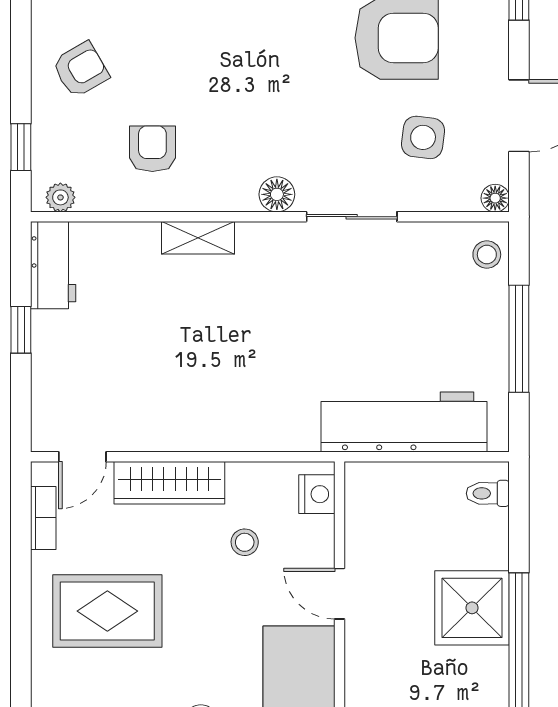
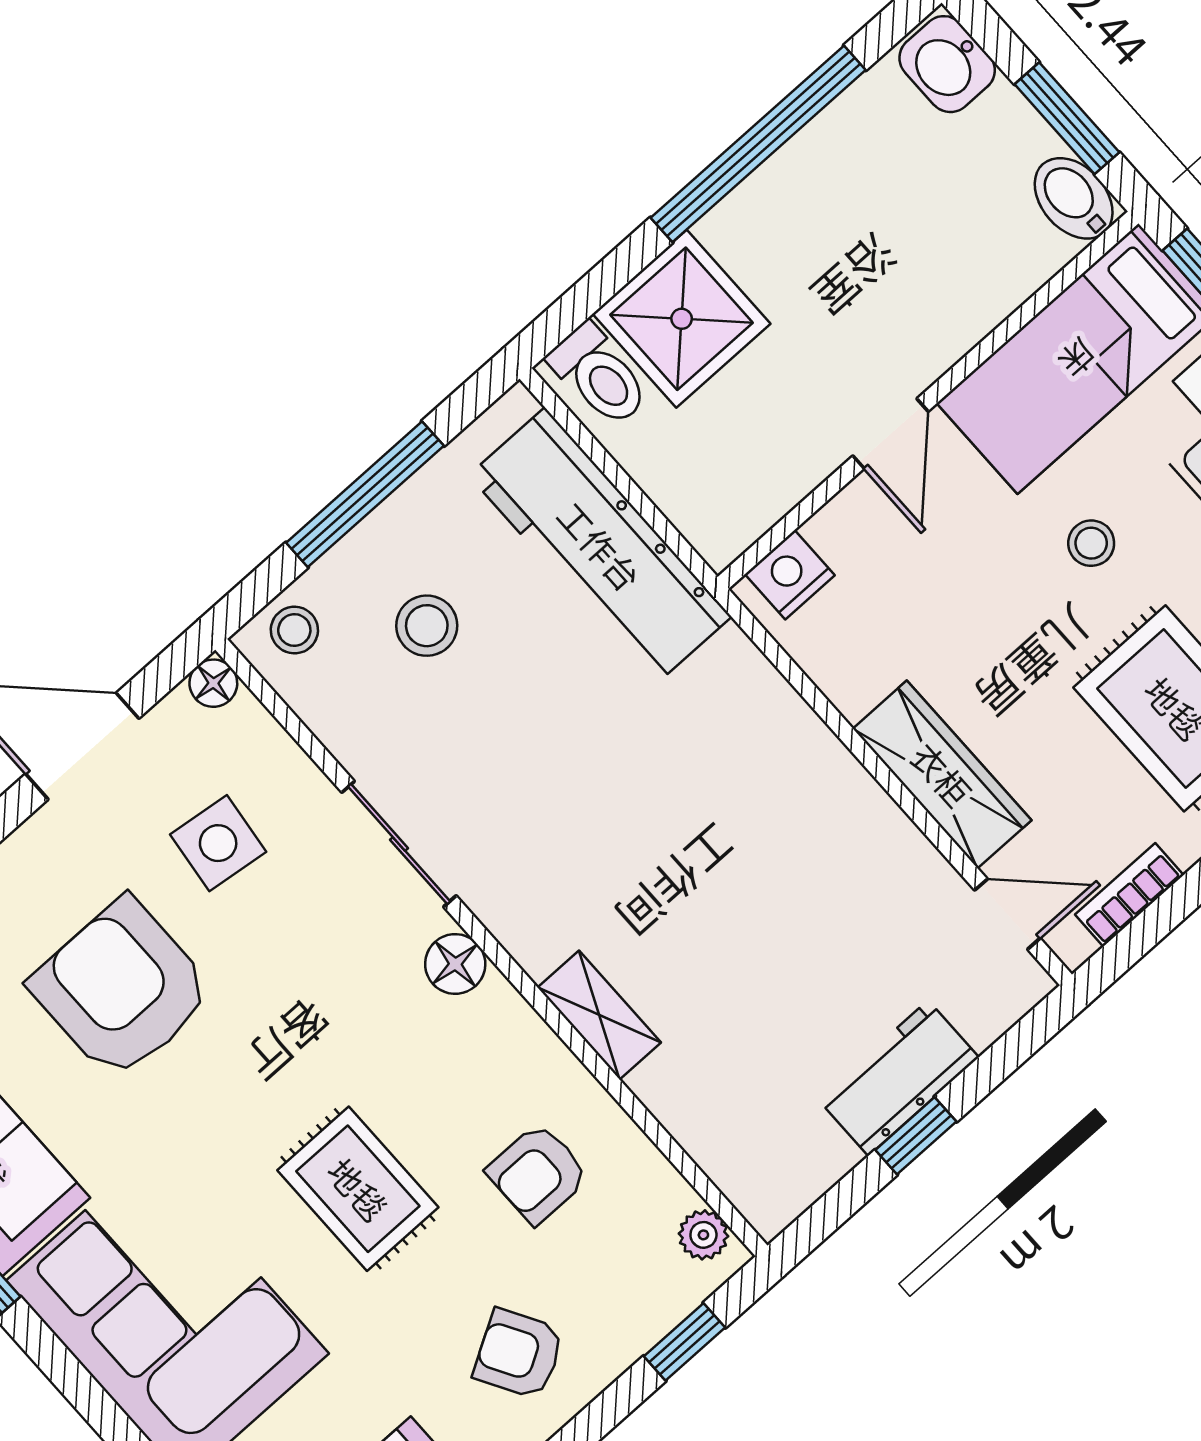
rug: (216, 64) -> (358, 1189), added
workbench: (53, 265) -> (898, 1078), moved
stool: (437, 314) -> (427, 626), added
toilet: (488, 493) -> (599, 375), width x1.37, depth x1.39
stool: (245, 542) -> (1091, 543), moved
shower: (472, 608) -> (682, 319), moved

